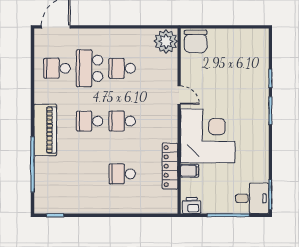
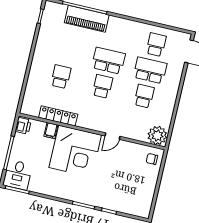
chair: (196, 41) -> (152, 159), width x0.54, depth x0.54
school desk: (90, 121) -> (108, 61), width x1.85
piano: (45, 130) -> (87, 19), moved

